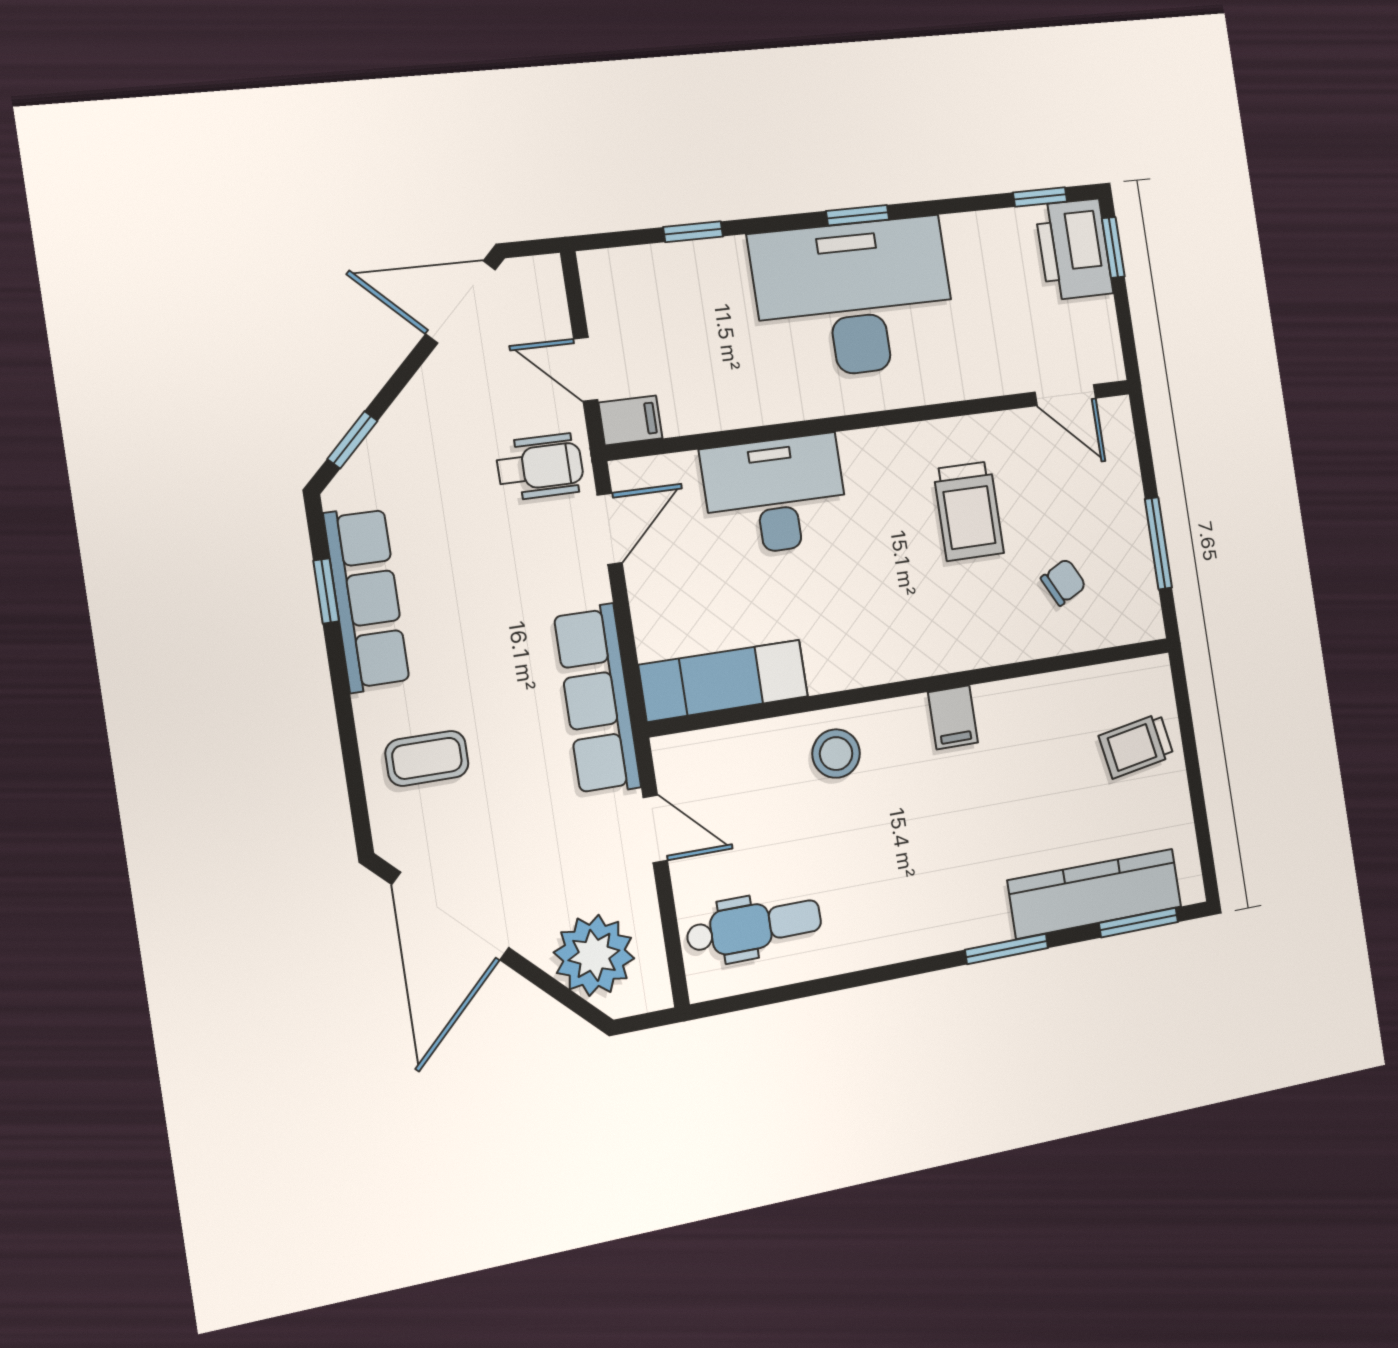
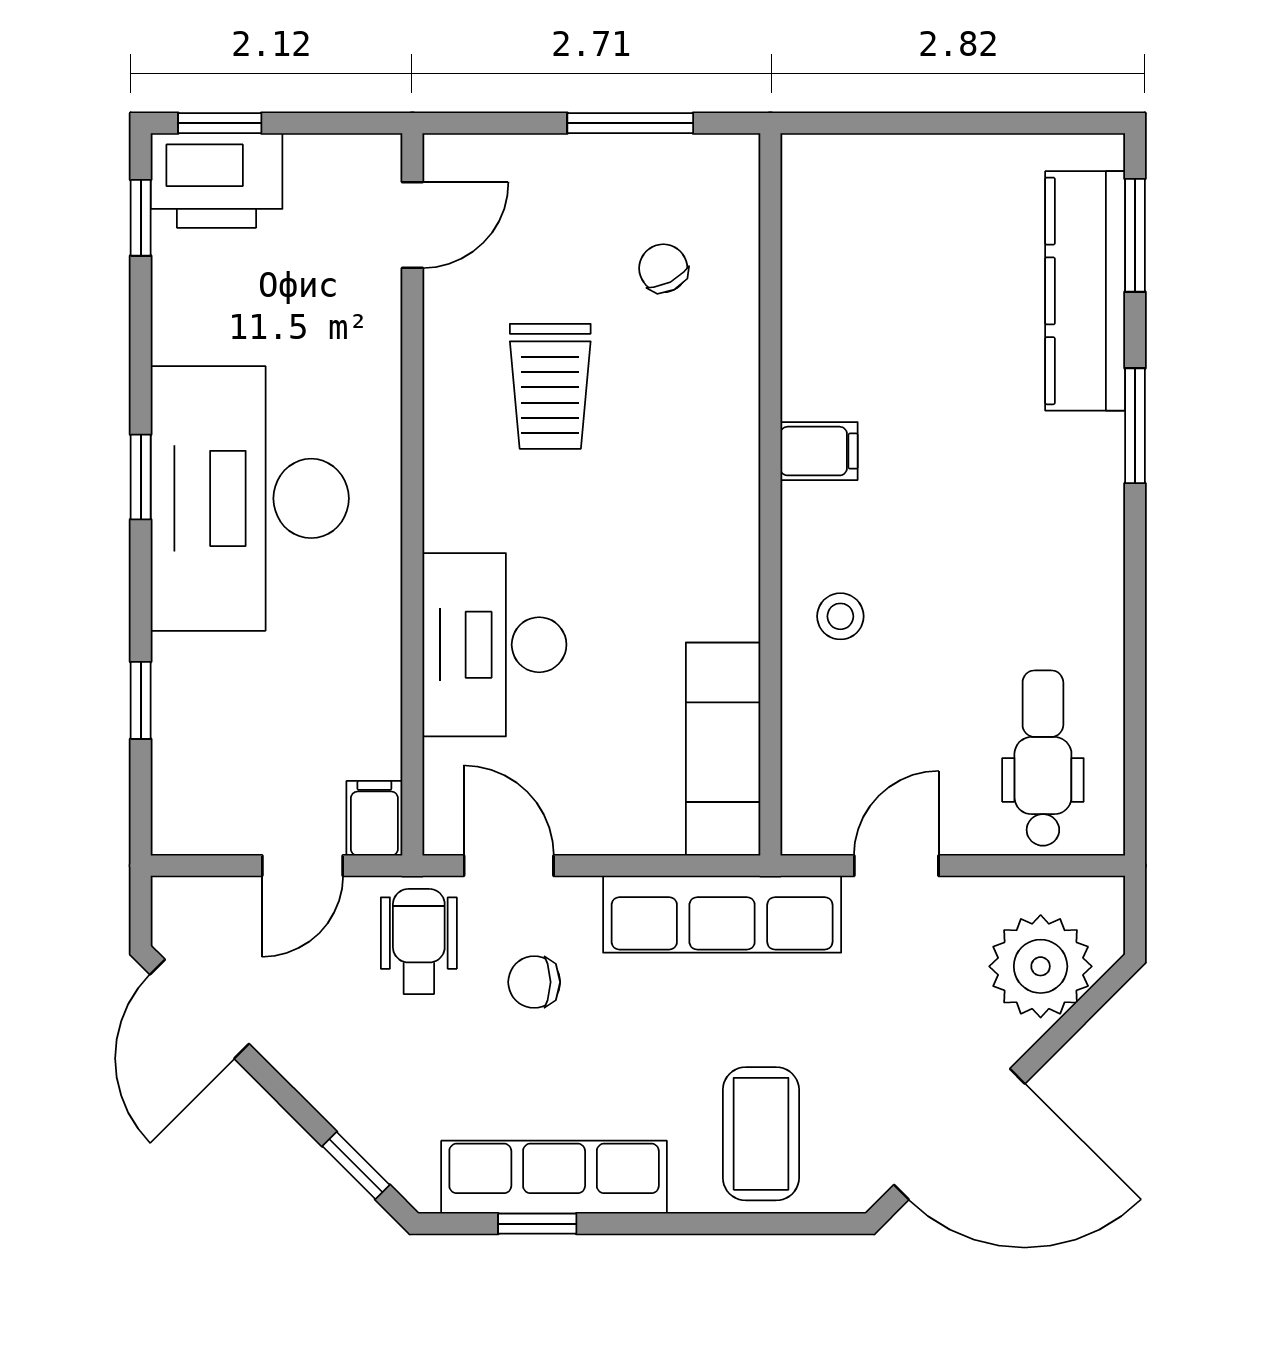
trolley: (969, 511) -> (550, 386), turned 90
chair: (522, 561) -> (534, 982), added
trolley: (1136, 746) -> (899, 200), removed
stool: (836, 754) -> (840, 616), width x0.73, depth x0.73
coffee table: (427, 758) -> (761, 1134), width x1.36, depth x1.30

